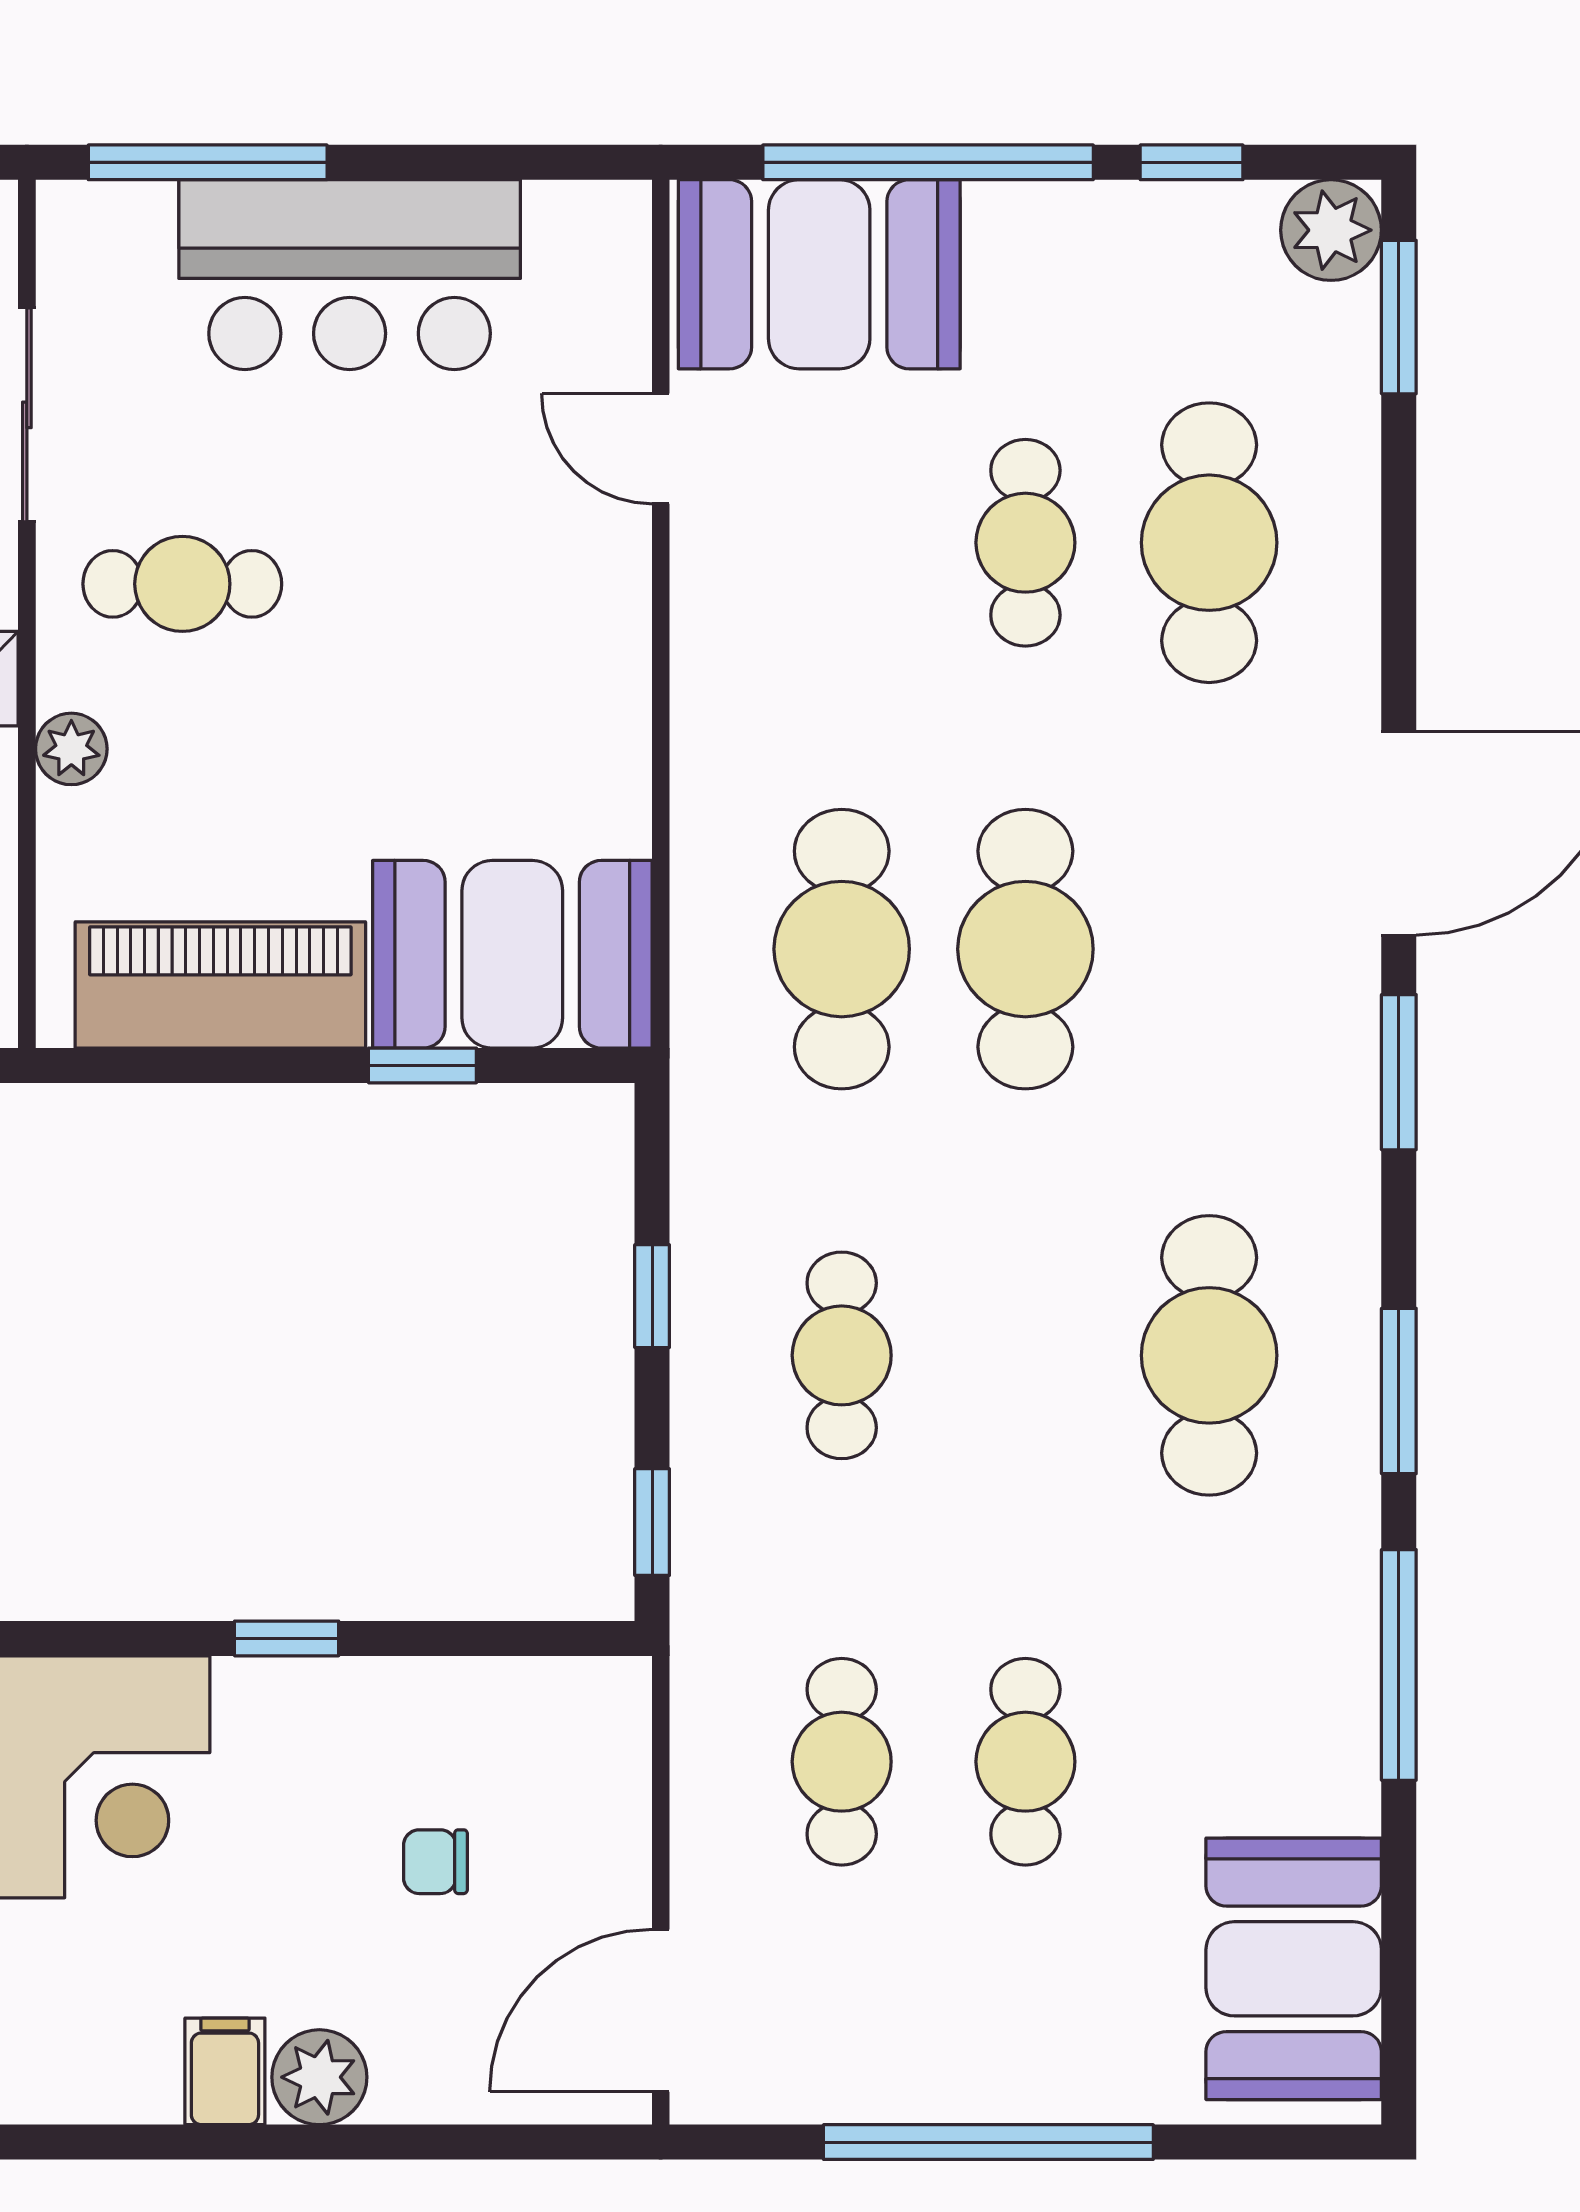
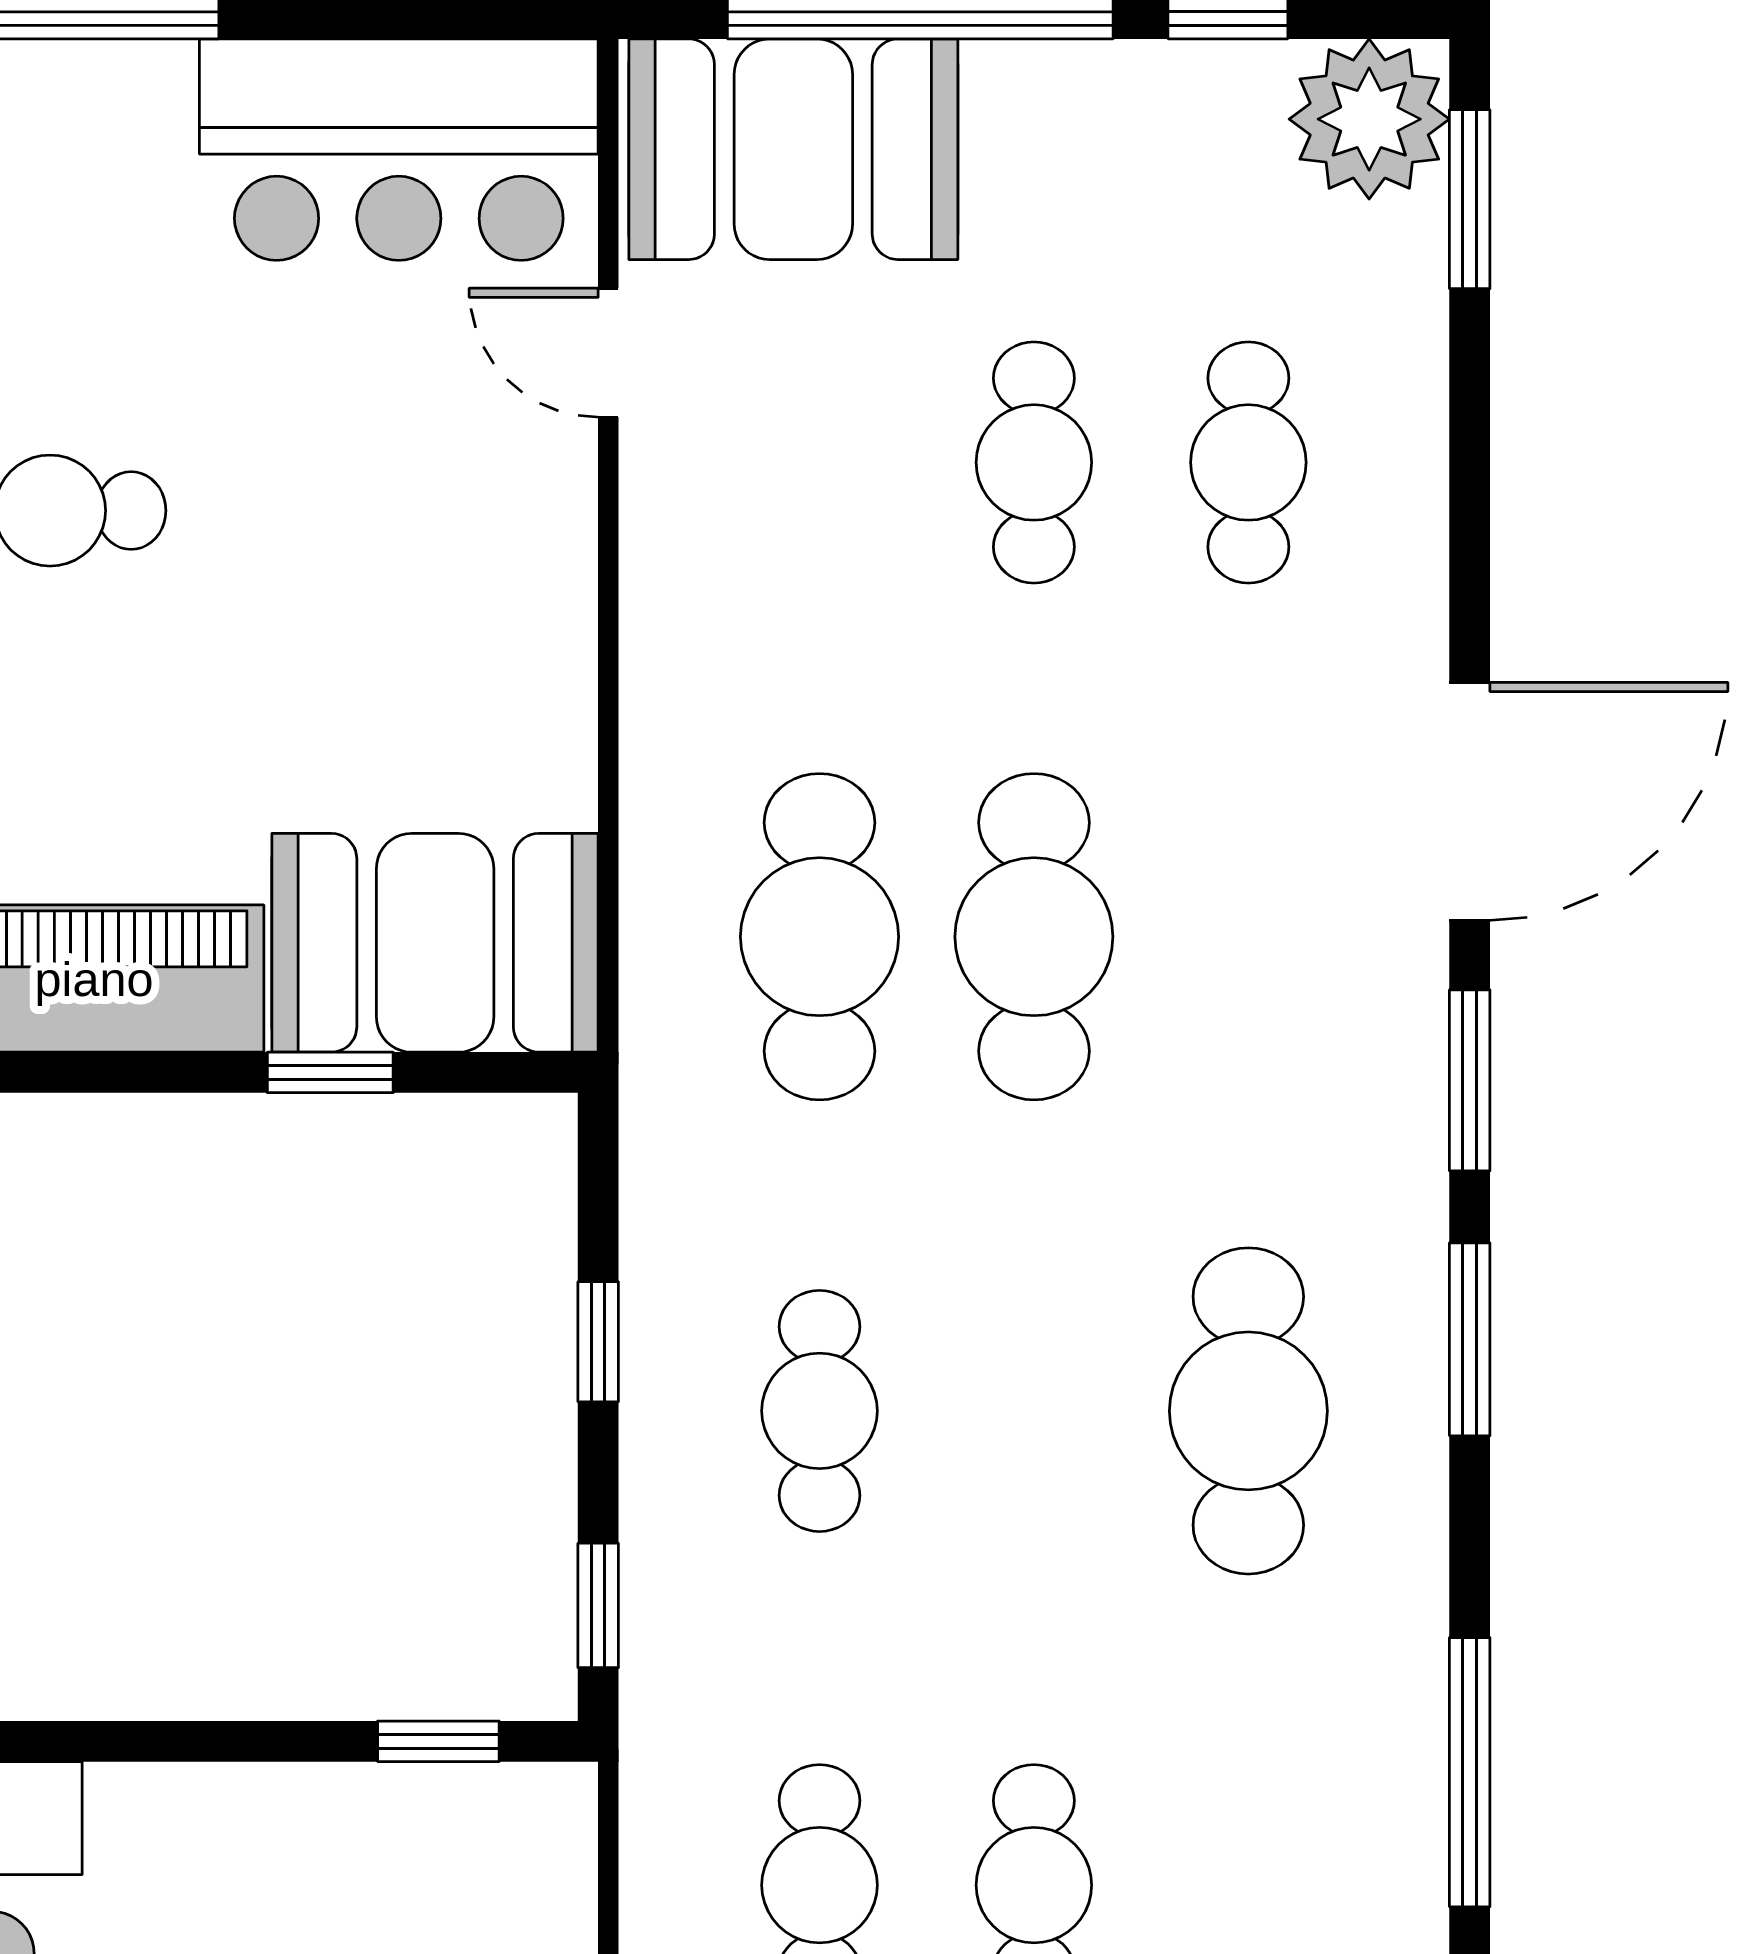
plant: (1331, 230) -> (1369, 119), width x1.36, depth x1.36
bar counter: (350, 275) -> (399, 150), moved
cafe table: (1209, 543) -> (1248, 462), width x0.73, depth x0.74
window: (1399, 1391) -> (1470, 1339), moved
window: (287, 1638) -> (438, 1741), moved

